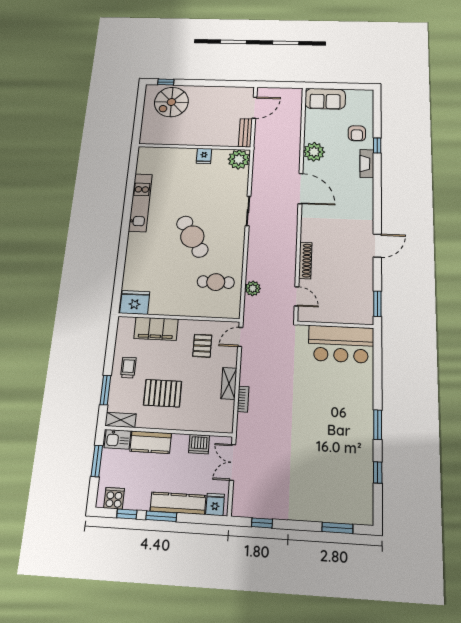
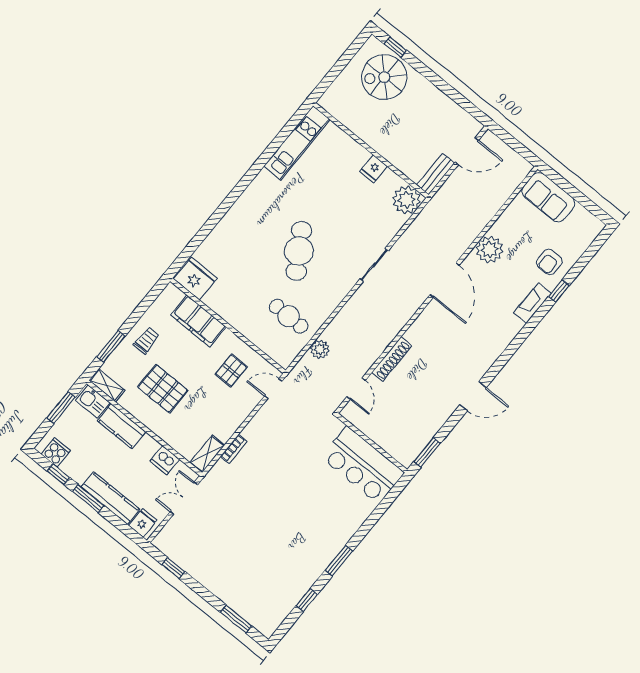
kitchen unit: (140, 203) -> (297, 143), moved
shelving: (229, 383) -> (207, 454), moved

